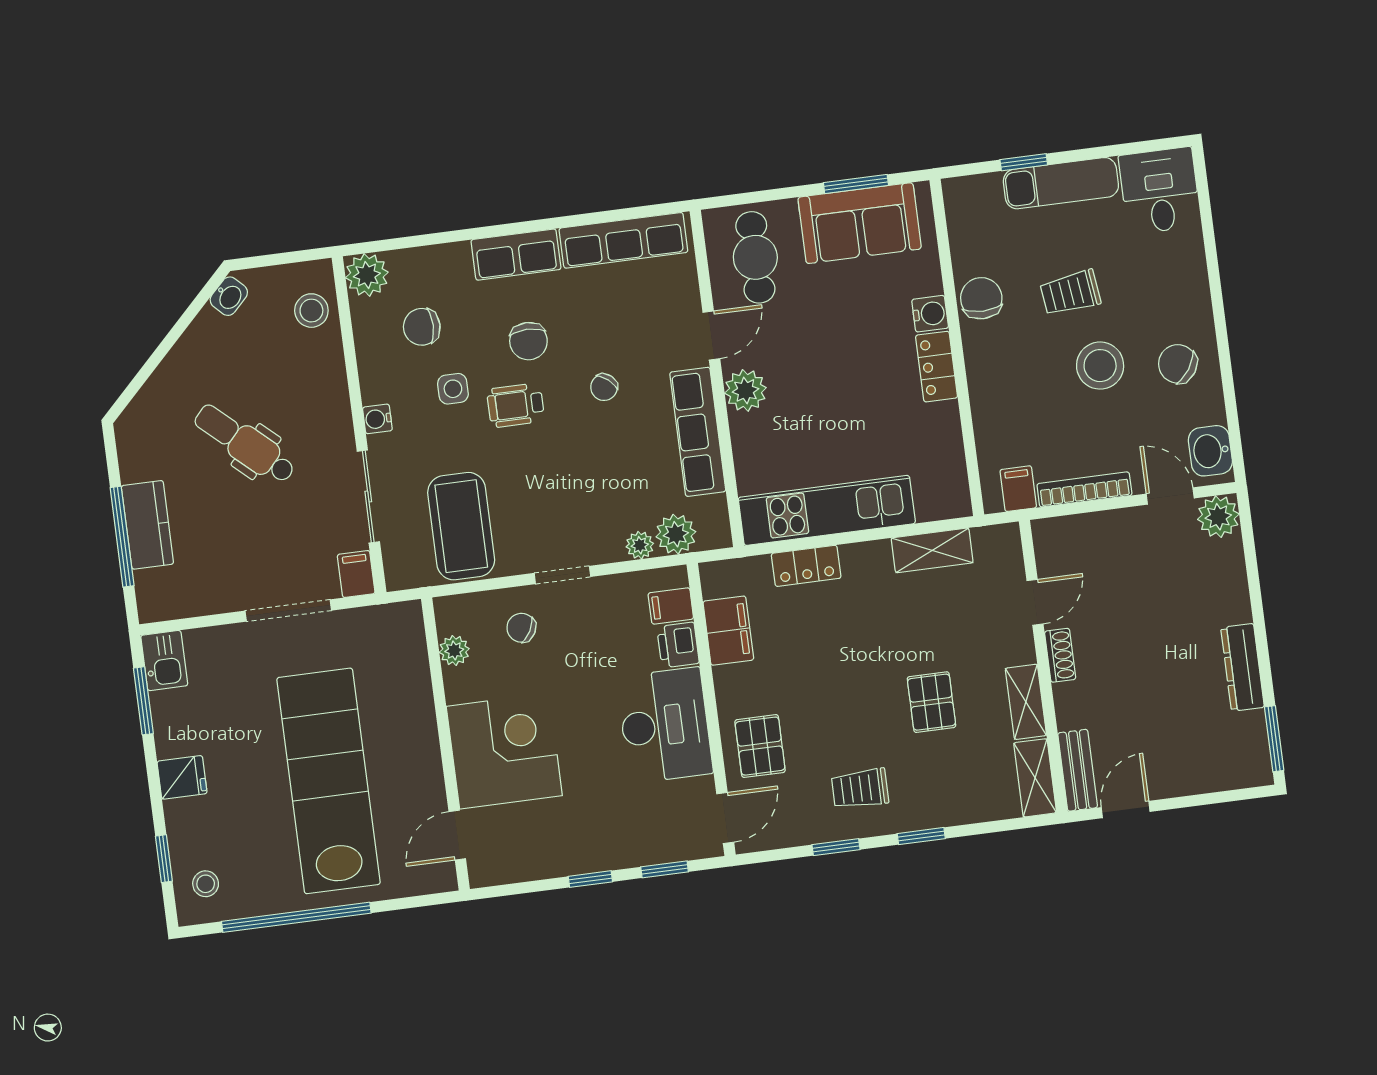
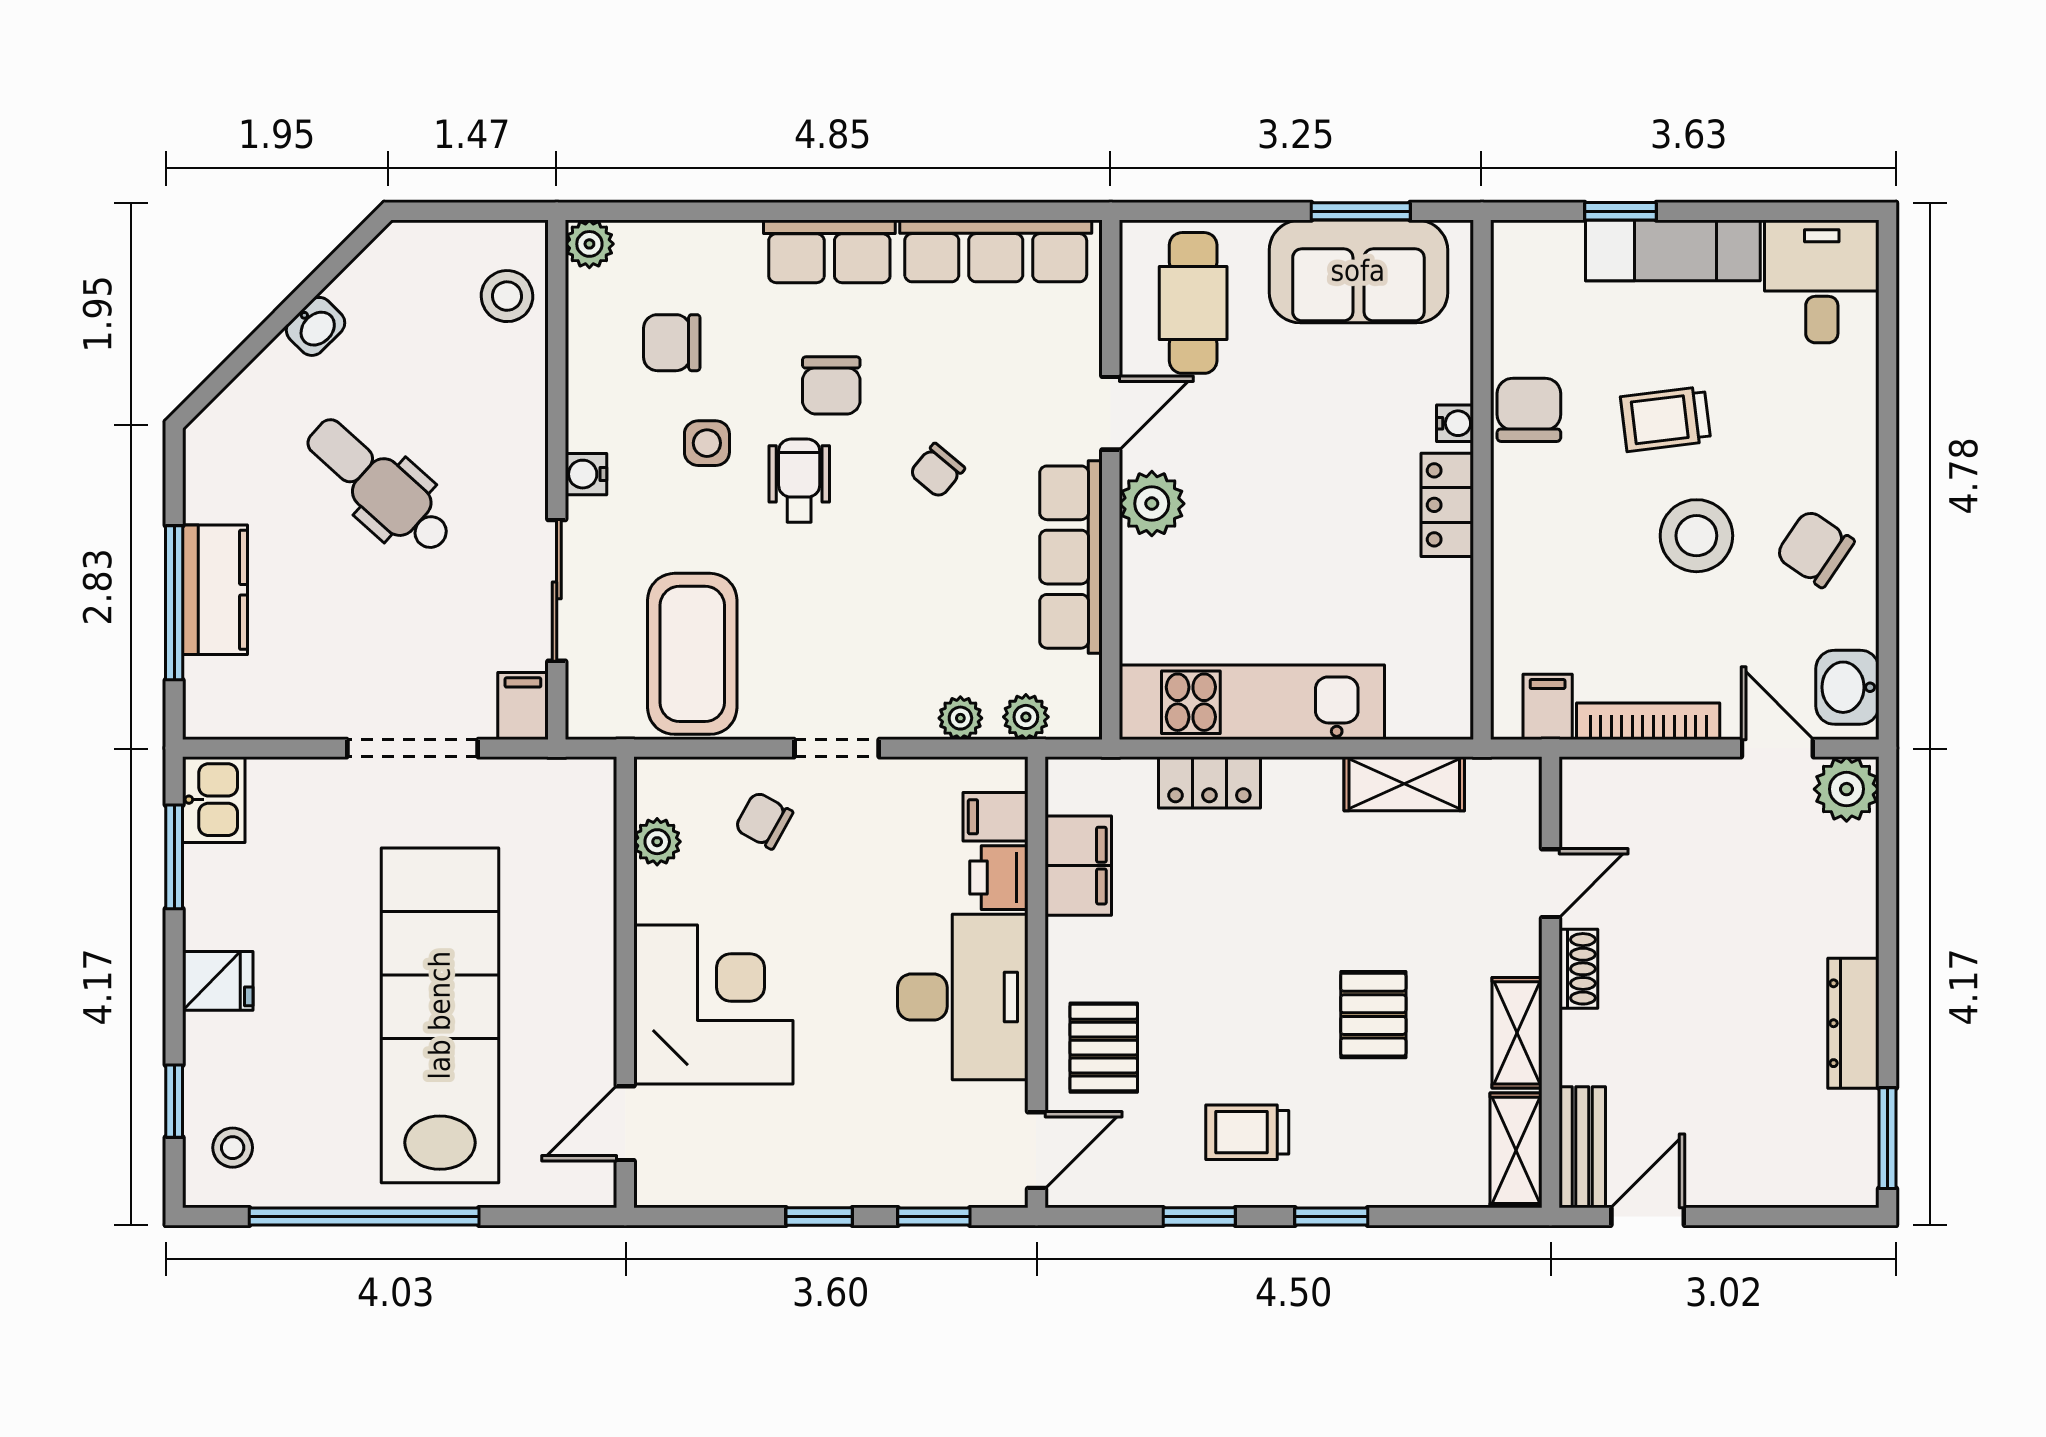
plant: (367, 275) -> (589, 244), width x0.73, depth x0.73
washbasin: (229, 296) -> (316, 326), moved
water cooler: (930, 314) -> (1455, 423), width x0.72, depth x0.72
wheelchair: (516, 405) -> (799, 481), turned 90
plant: (676, 534) -> (1026, 717), width x0.73, depth x0.73

